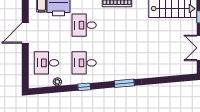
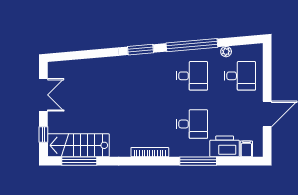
window: (84, 87) -> (192, 45), width x3.17

